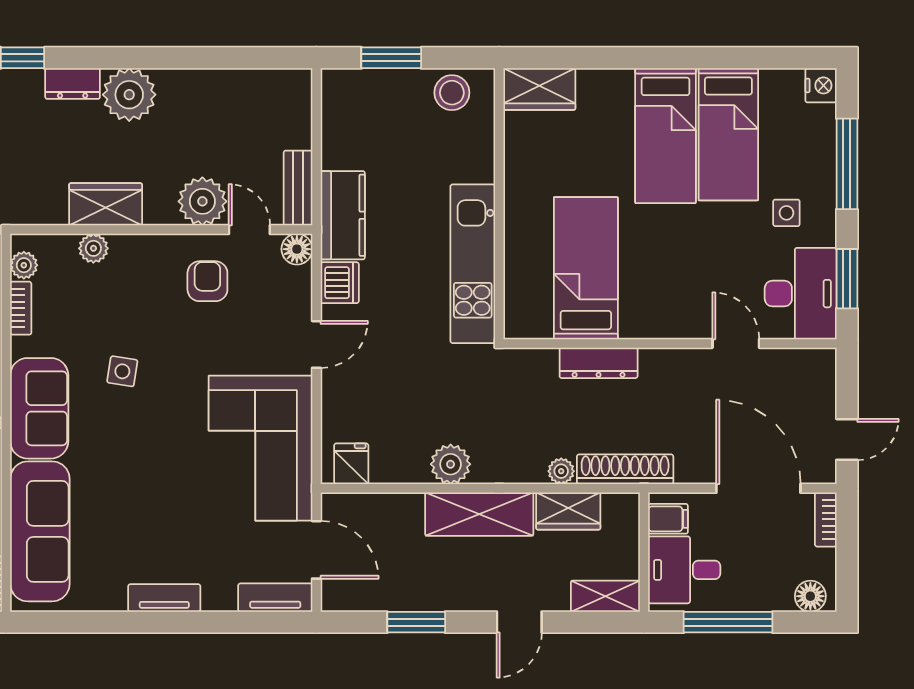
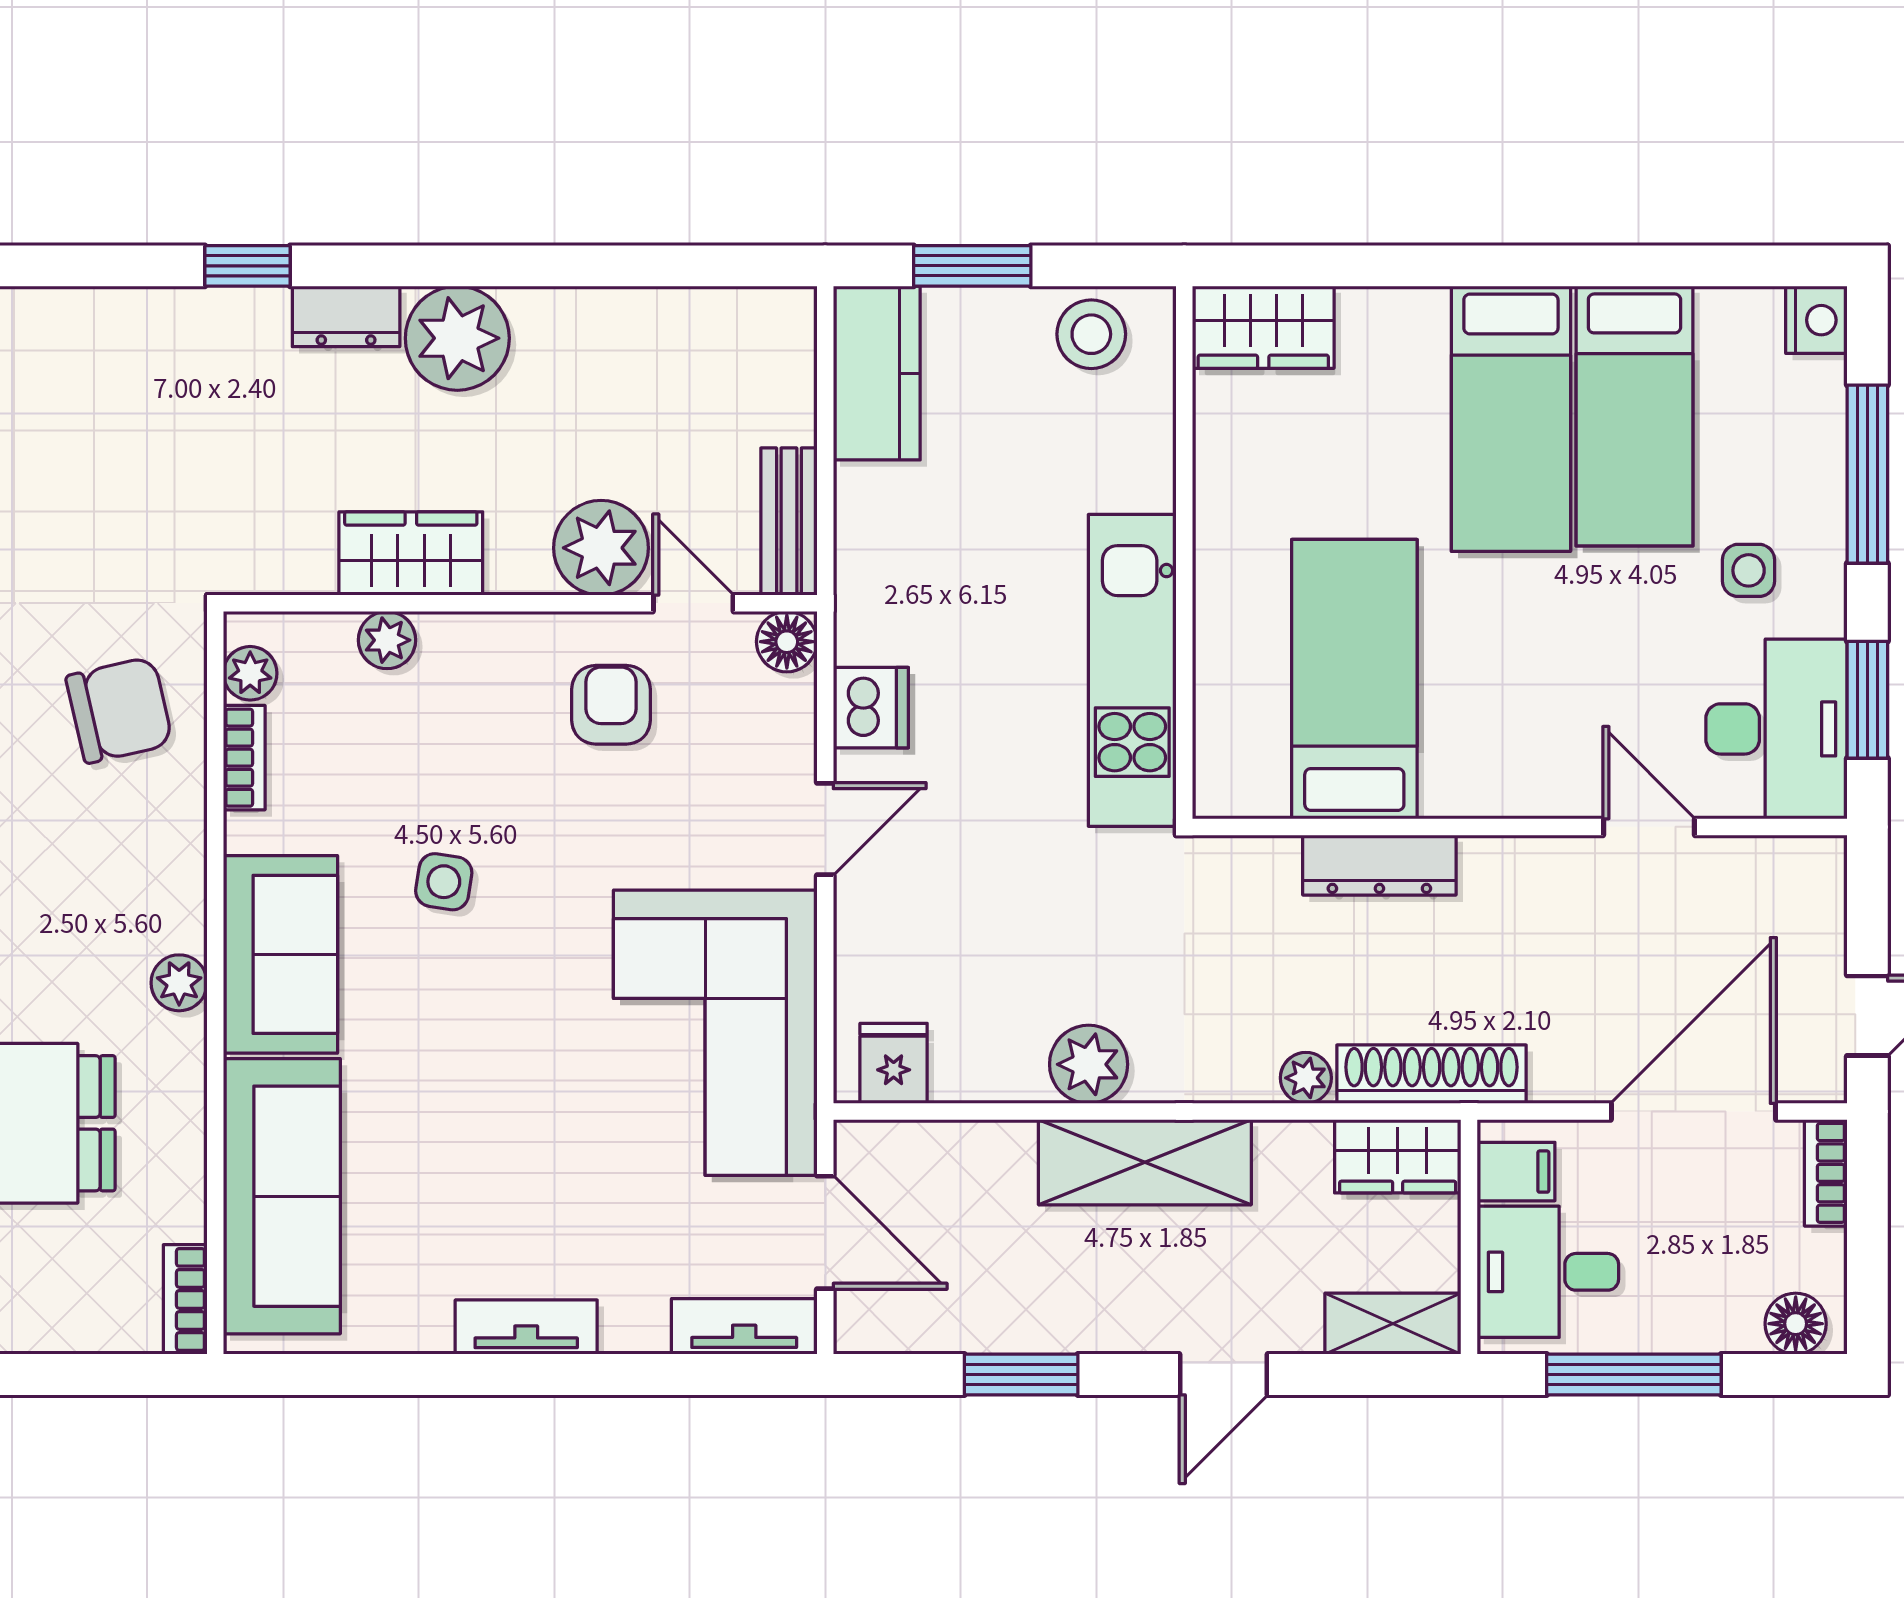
kitchen counter: (343, 215) -> (877, 373), moved
door: (758, 488) -> (1694, 1112), hinge flipped
wardrobe: (568, 511) -> (1398, 1156), moved

